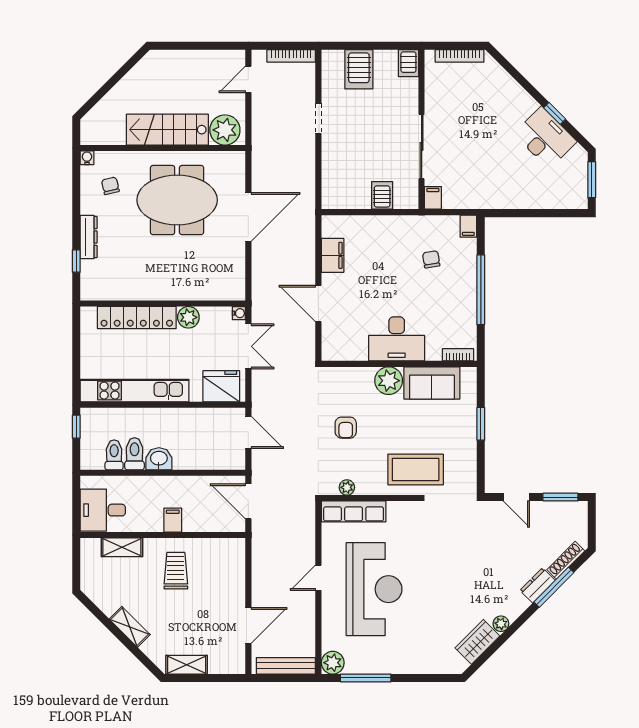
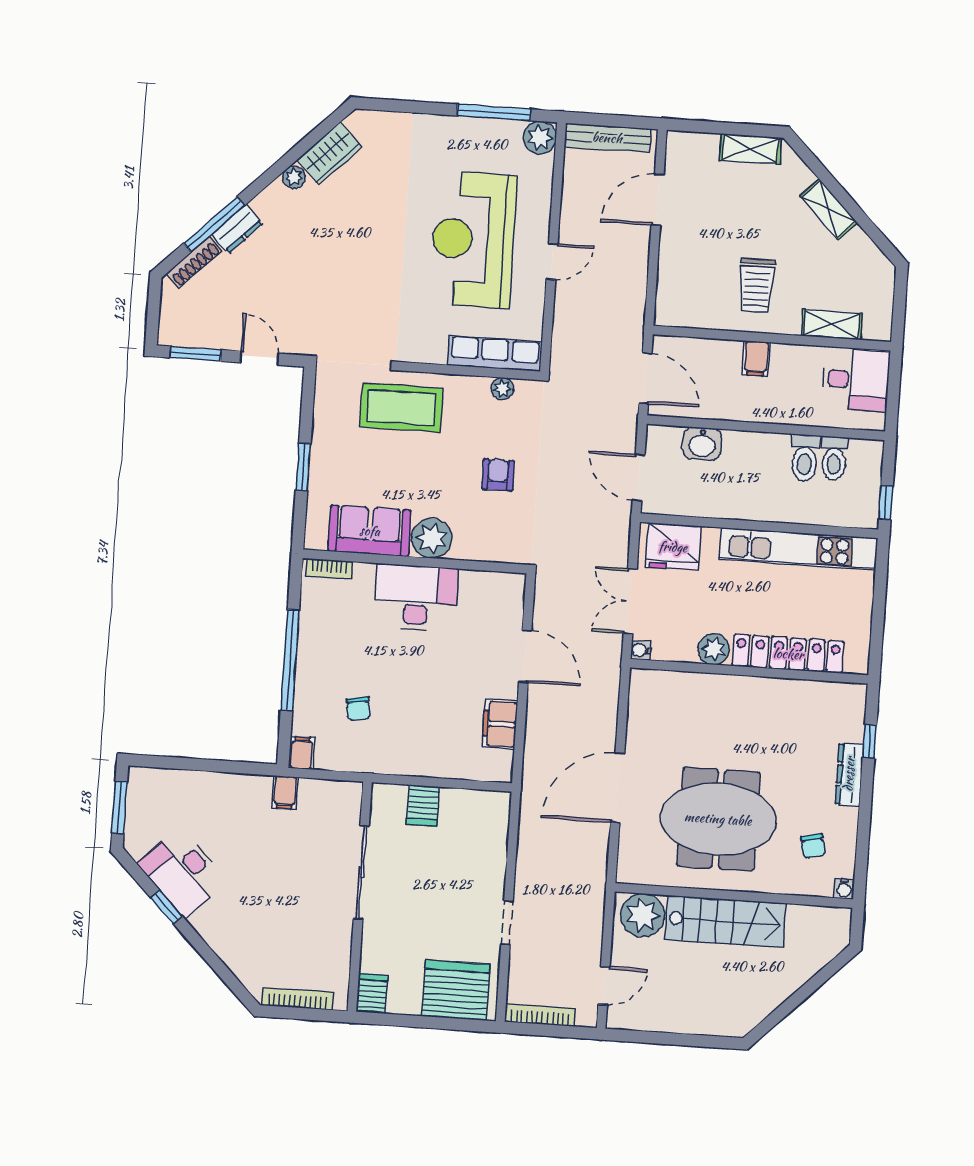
server rack: (359, 69) -> (456, 990), width x1.60
filing cabinet: (433, 198) -> (285, 793), moved
washbasin: (159, 459) -> (702, 444), moved

